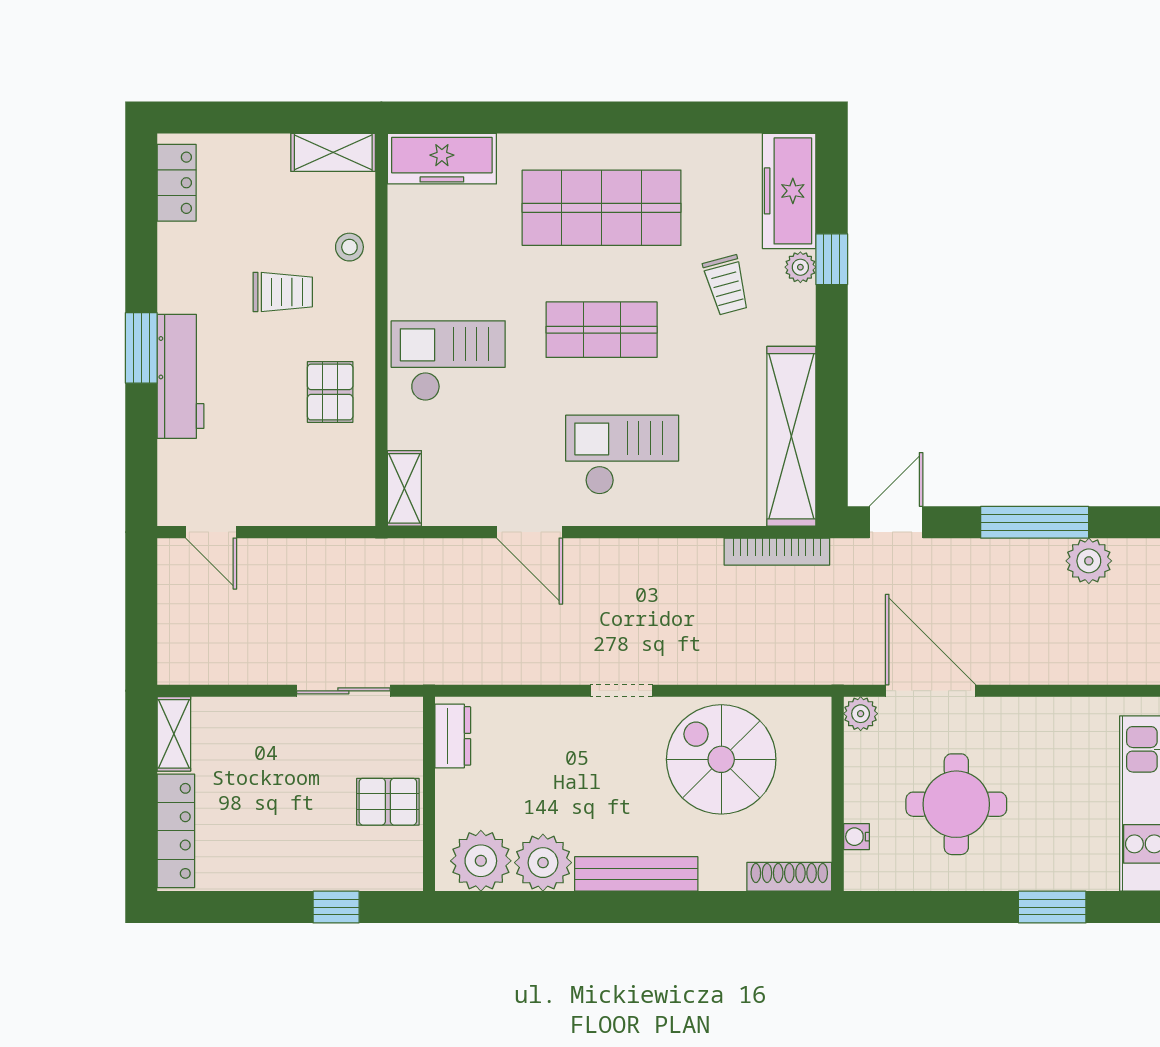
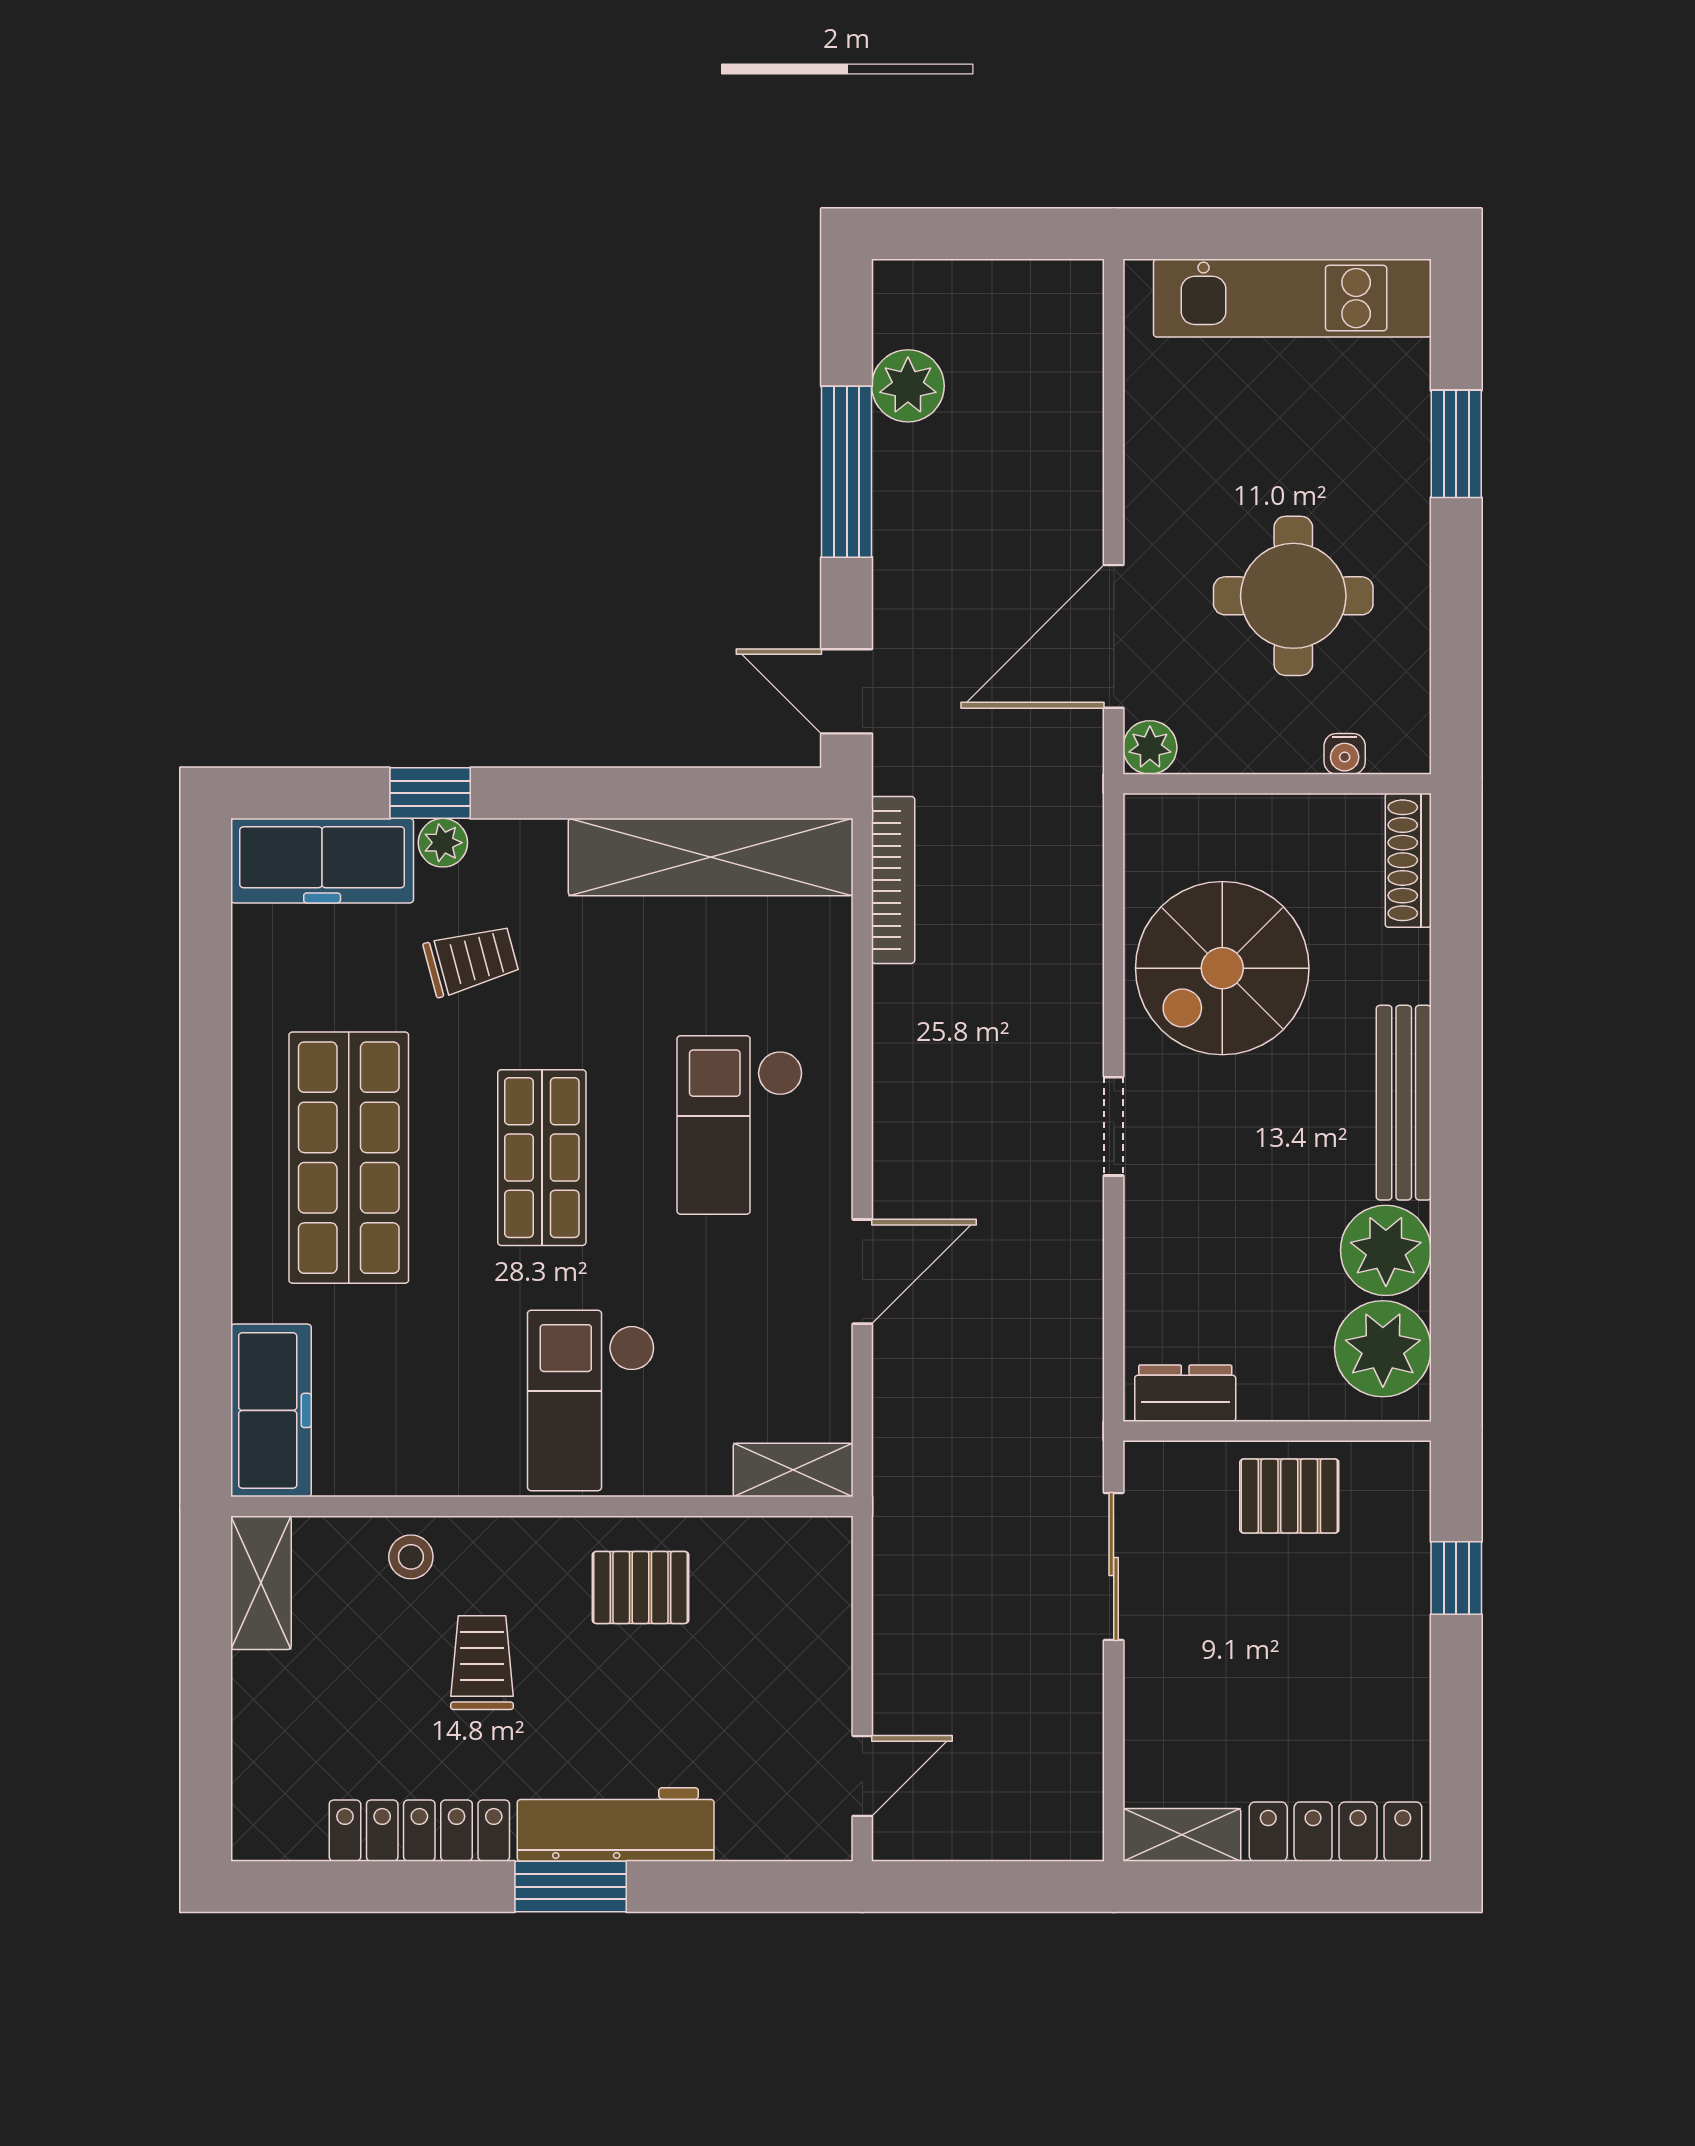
locker: (177, 183) -> (419, 1831), moved, width x1.53
pallet: (388, 802) -> (1289, 1496), turned 90

